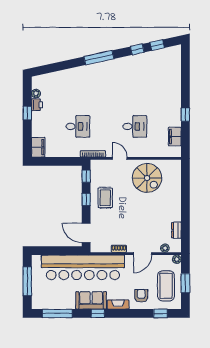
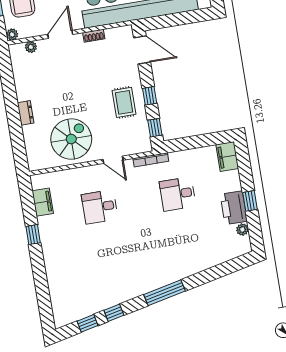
printer: (37, 105) -> (234, 208), width x1.87, depth x1.48
spiral stairs: (147, 178) -> (71, 139), turned 90
dresser: (176, 230) -> (26, 113), moved

